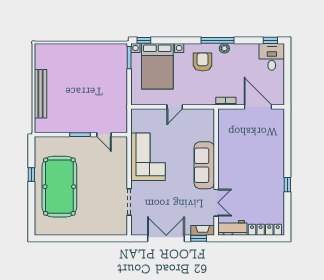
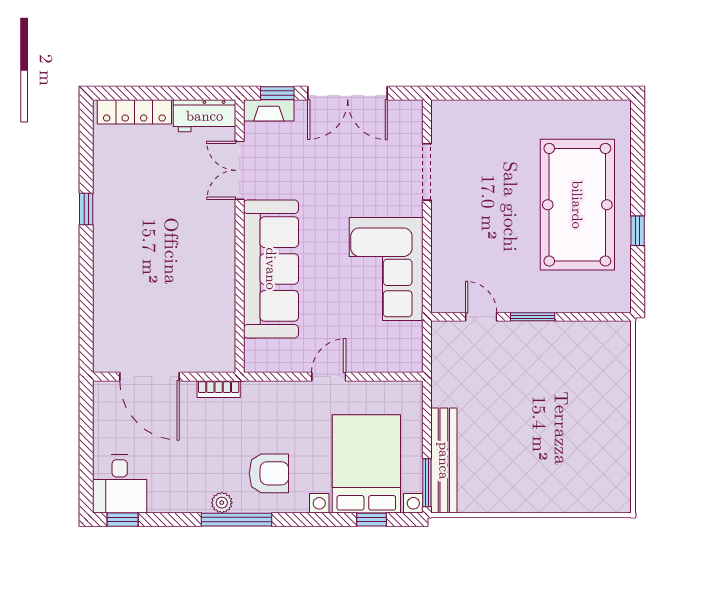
window: (144, 40) -> (372, 520), moved
armchair: (203, 62) -> (269, 473), turned -90
bench: (41, 94) -> (444, 461), moved
sofa: (204, 165) -> (271, 269), width x1.36, depth x1.27

